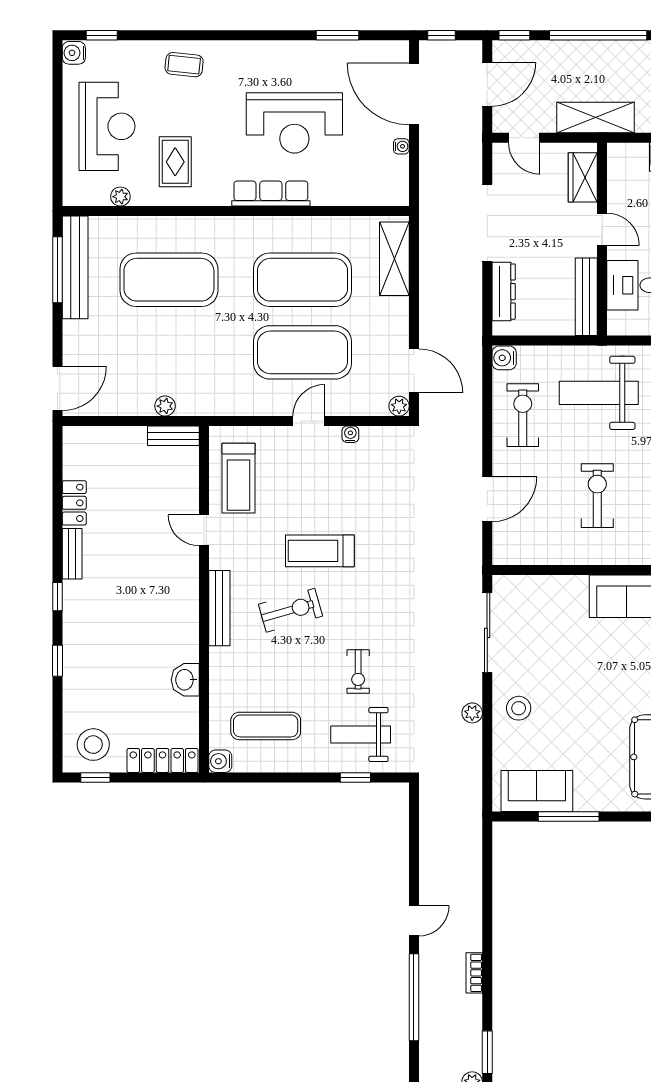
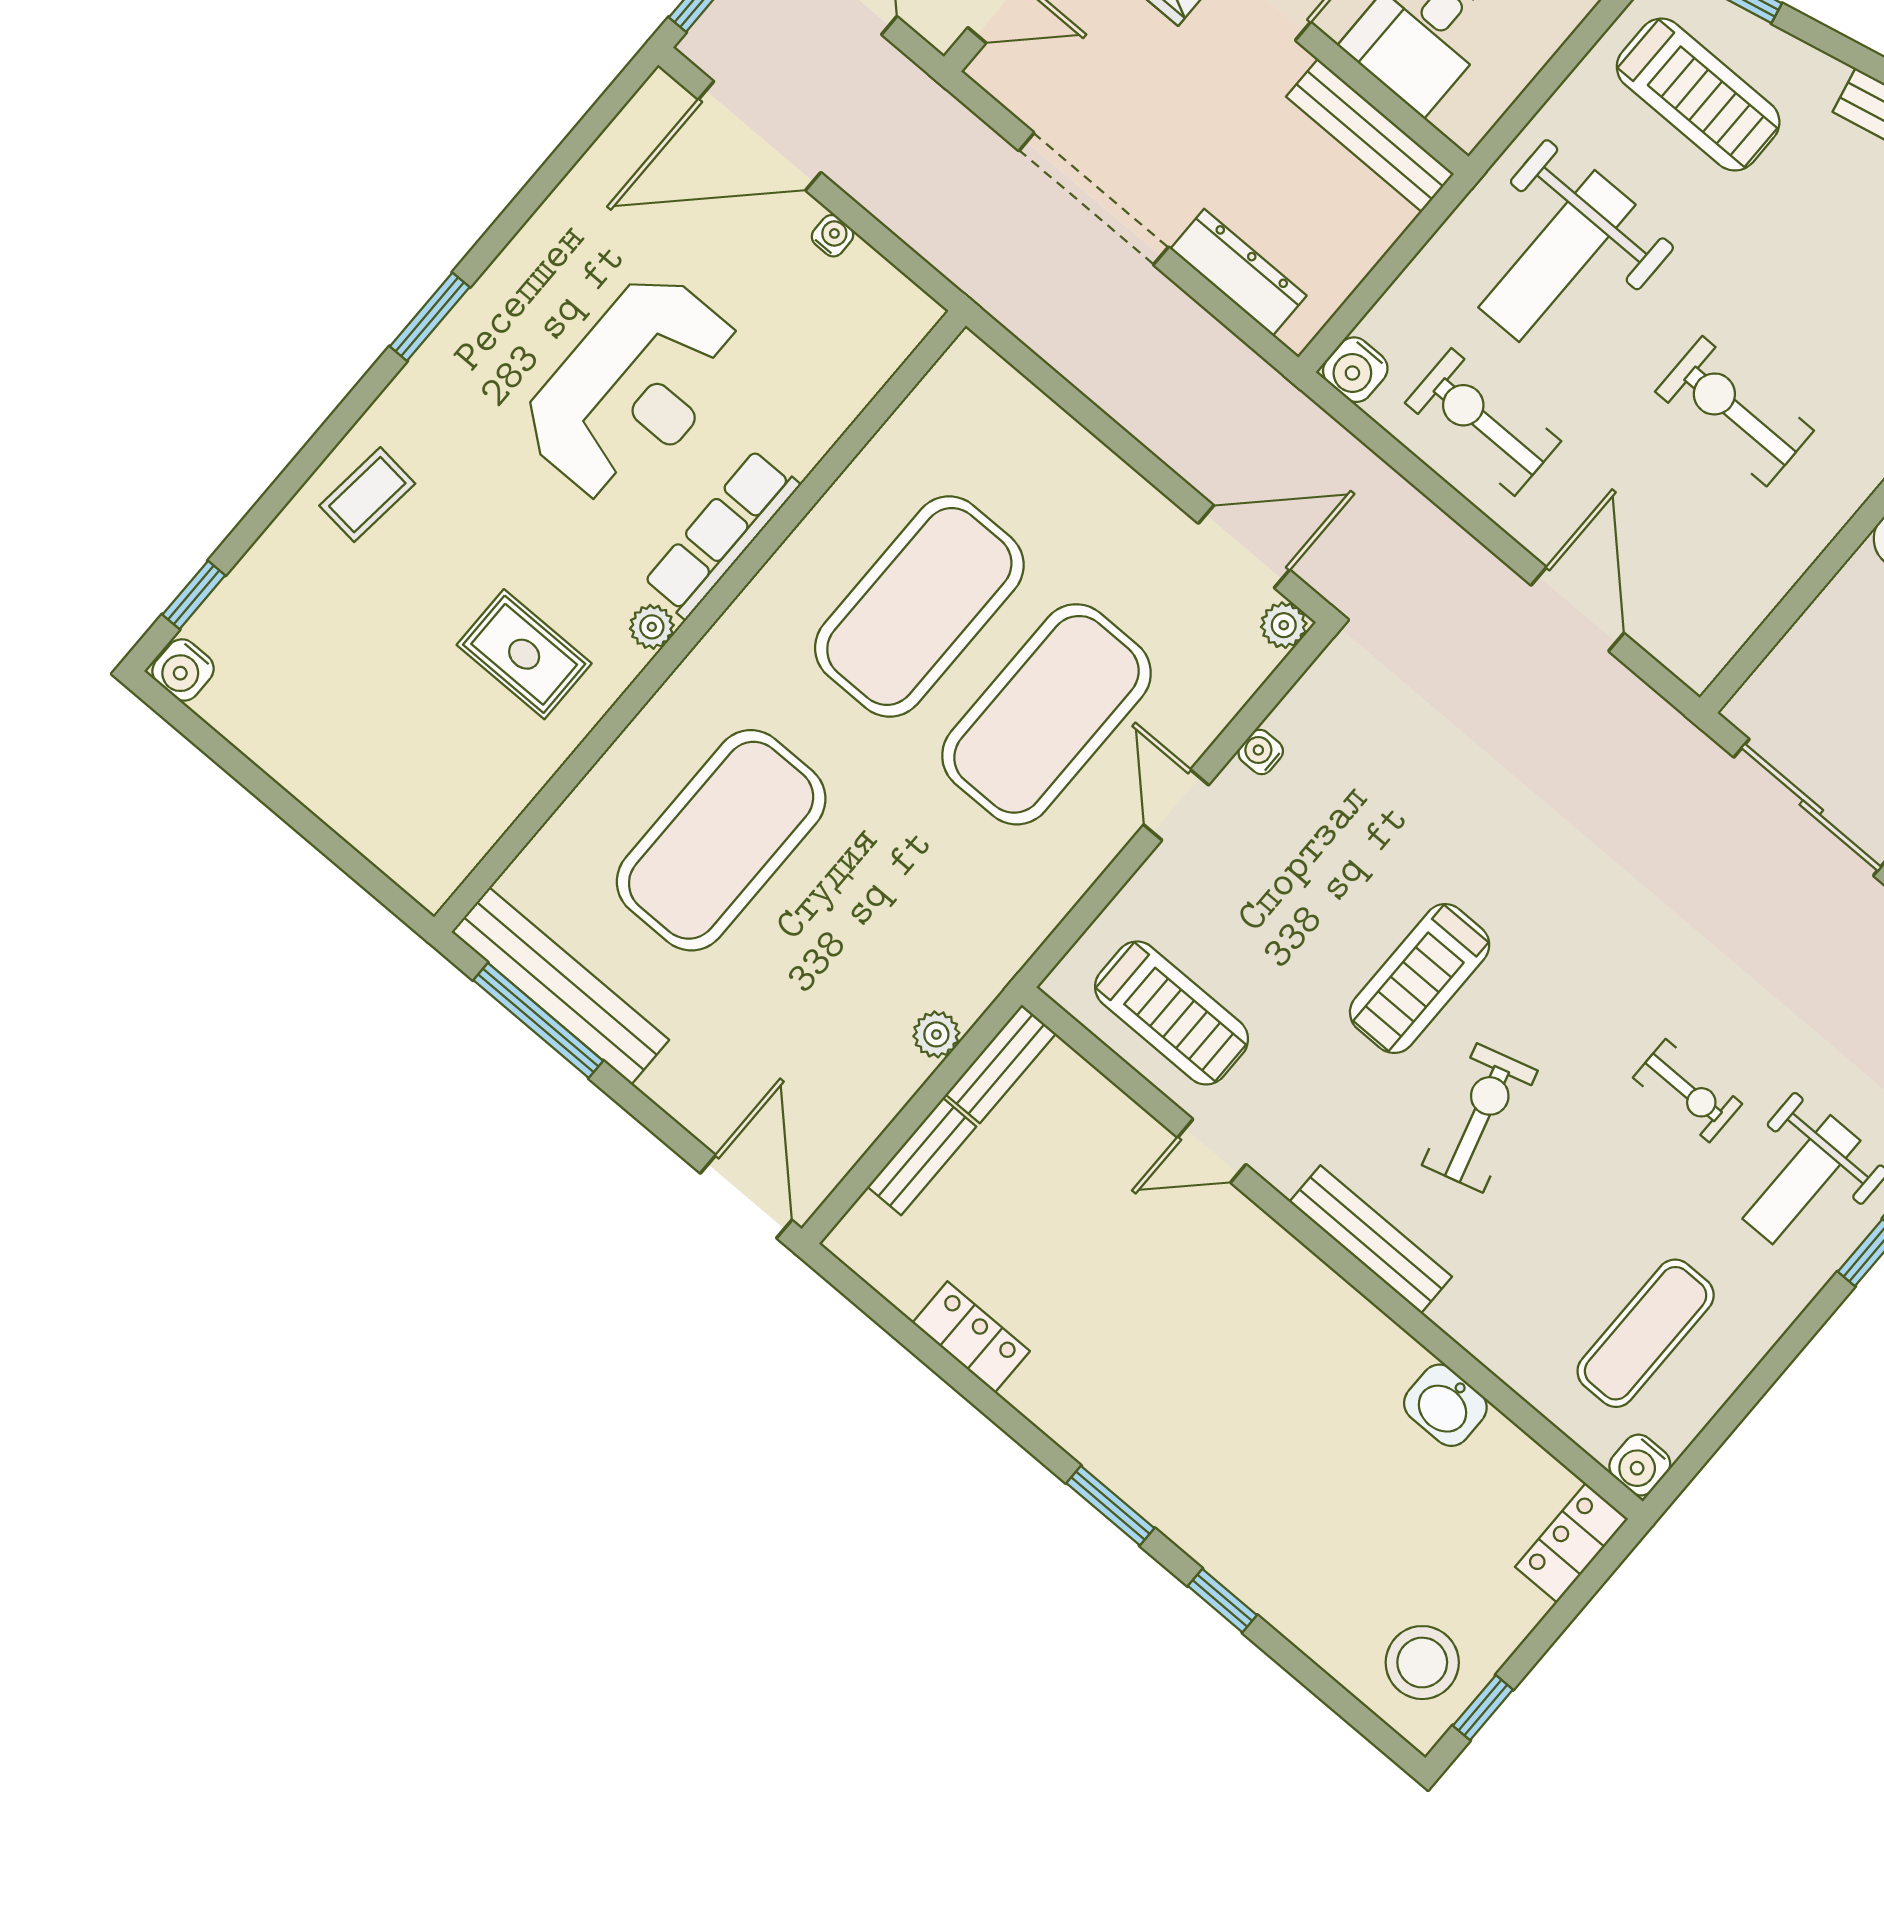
window: (338, 35) -> (430, 317), moved
reception desk: (107, 126) -> (361, 721), removed
plant: (120, 197) -> (652, 627), moved
shelving: (394, 259) -> (1019, 415), removed
bench: (72, 554) -> (922, 1157), moved, turned 90
window: (57, 597) -> (1110, 1506), width x1.50
locker: (163, 760) -> (1572, 1543), width x0.66

